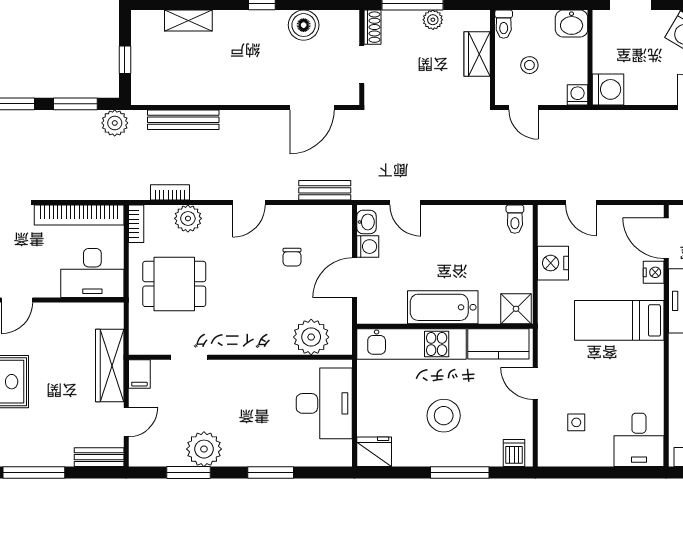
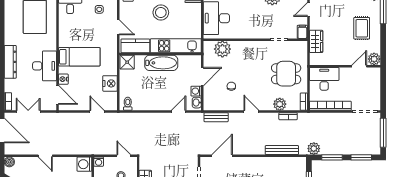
door: (249, 203) -> (251, 112), hinge flipped
door: (405, 203) -> (179, 112), hinge flipped
wardrobe: (110, 366) -> (316, 41), width x0.67

